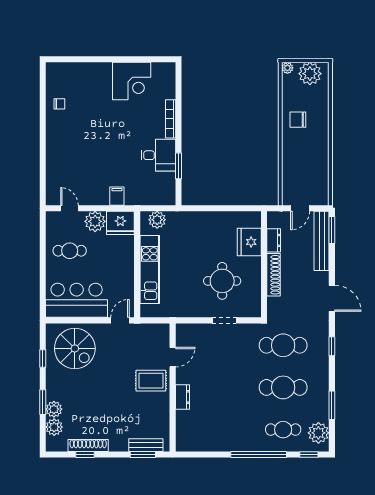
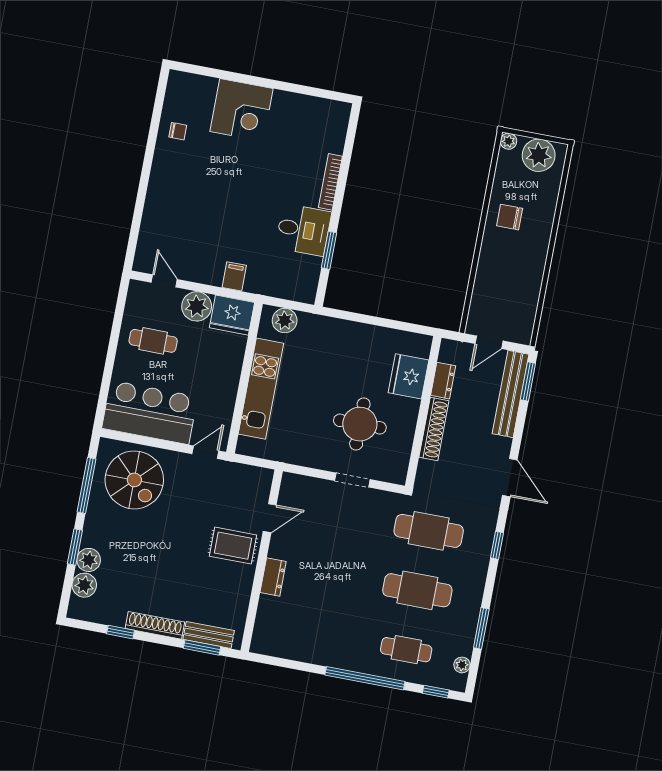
corner desk: (132, 81) -> (241, 110), moved
window: (43, 358) -> (87, 486), width x2.17
plant: (318, 433) -> (462, 665), width x0.53, depth x0.53
shoe rack: (88, 445) -> (155, 625), moved

